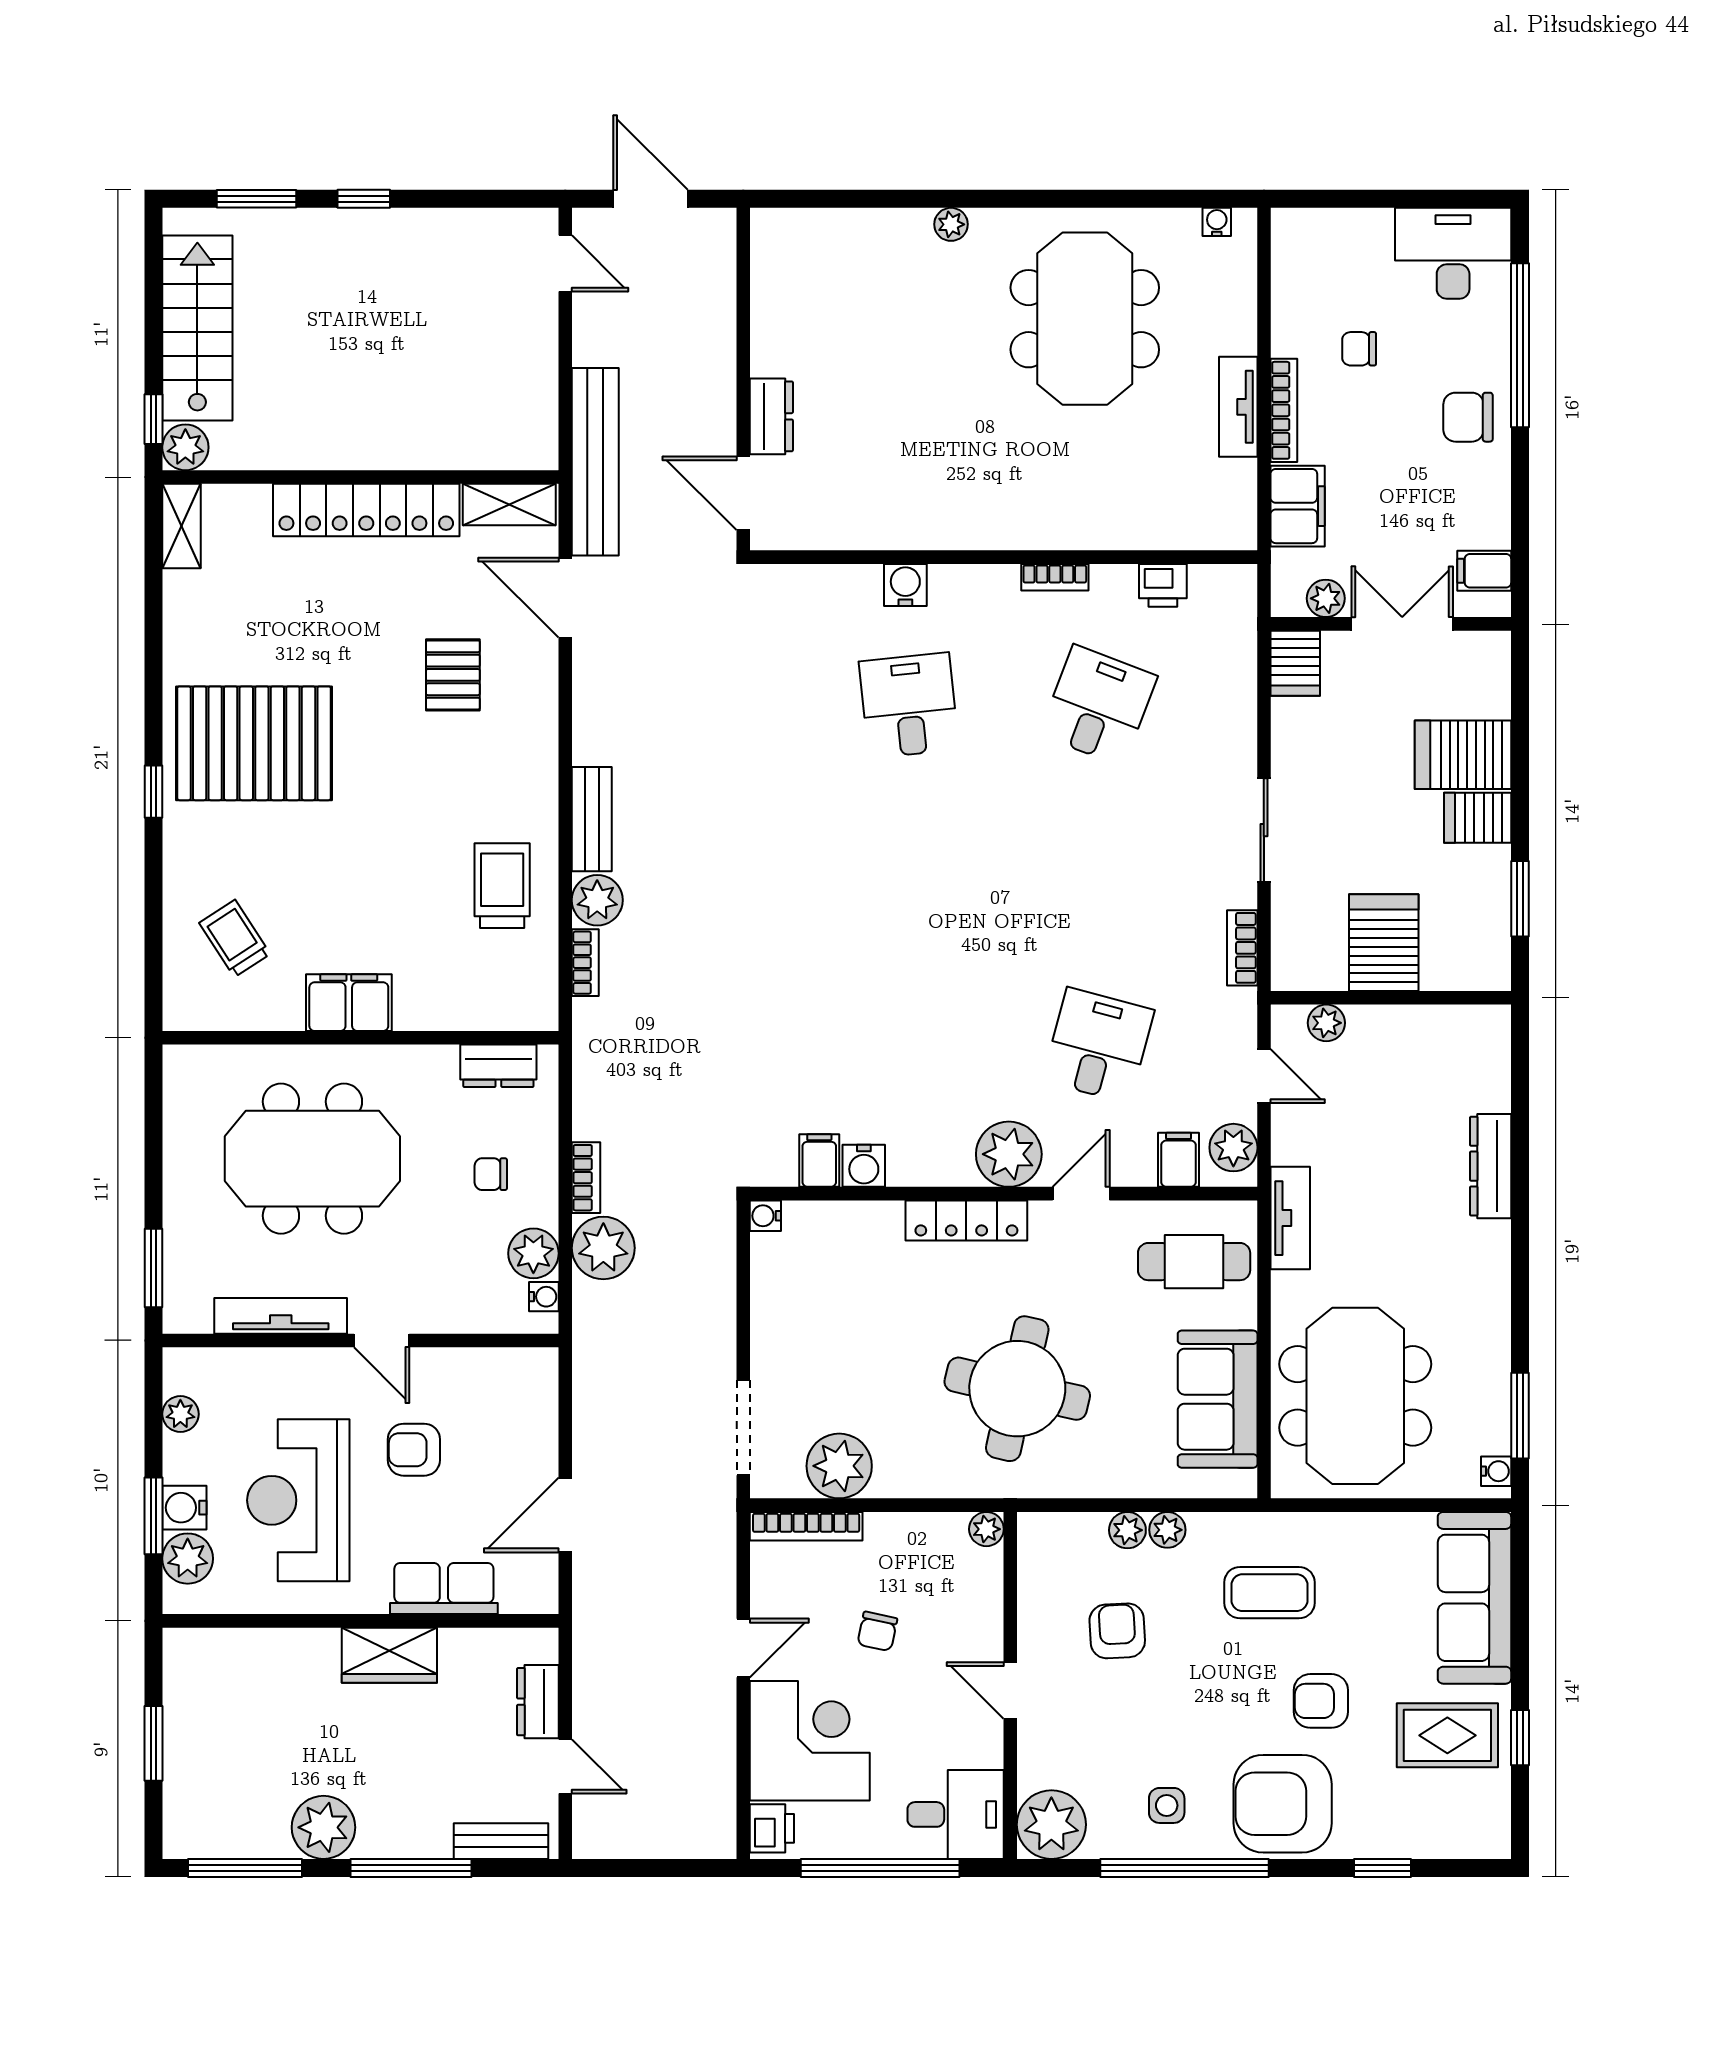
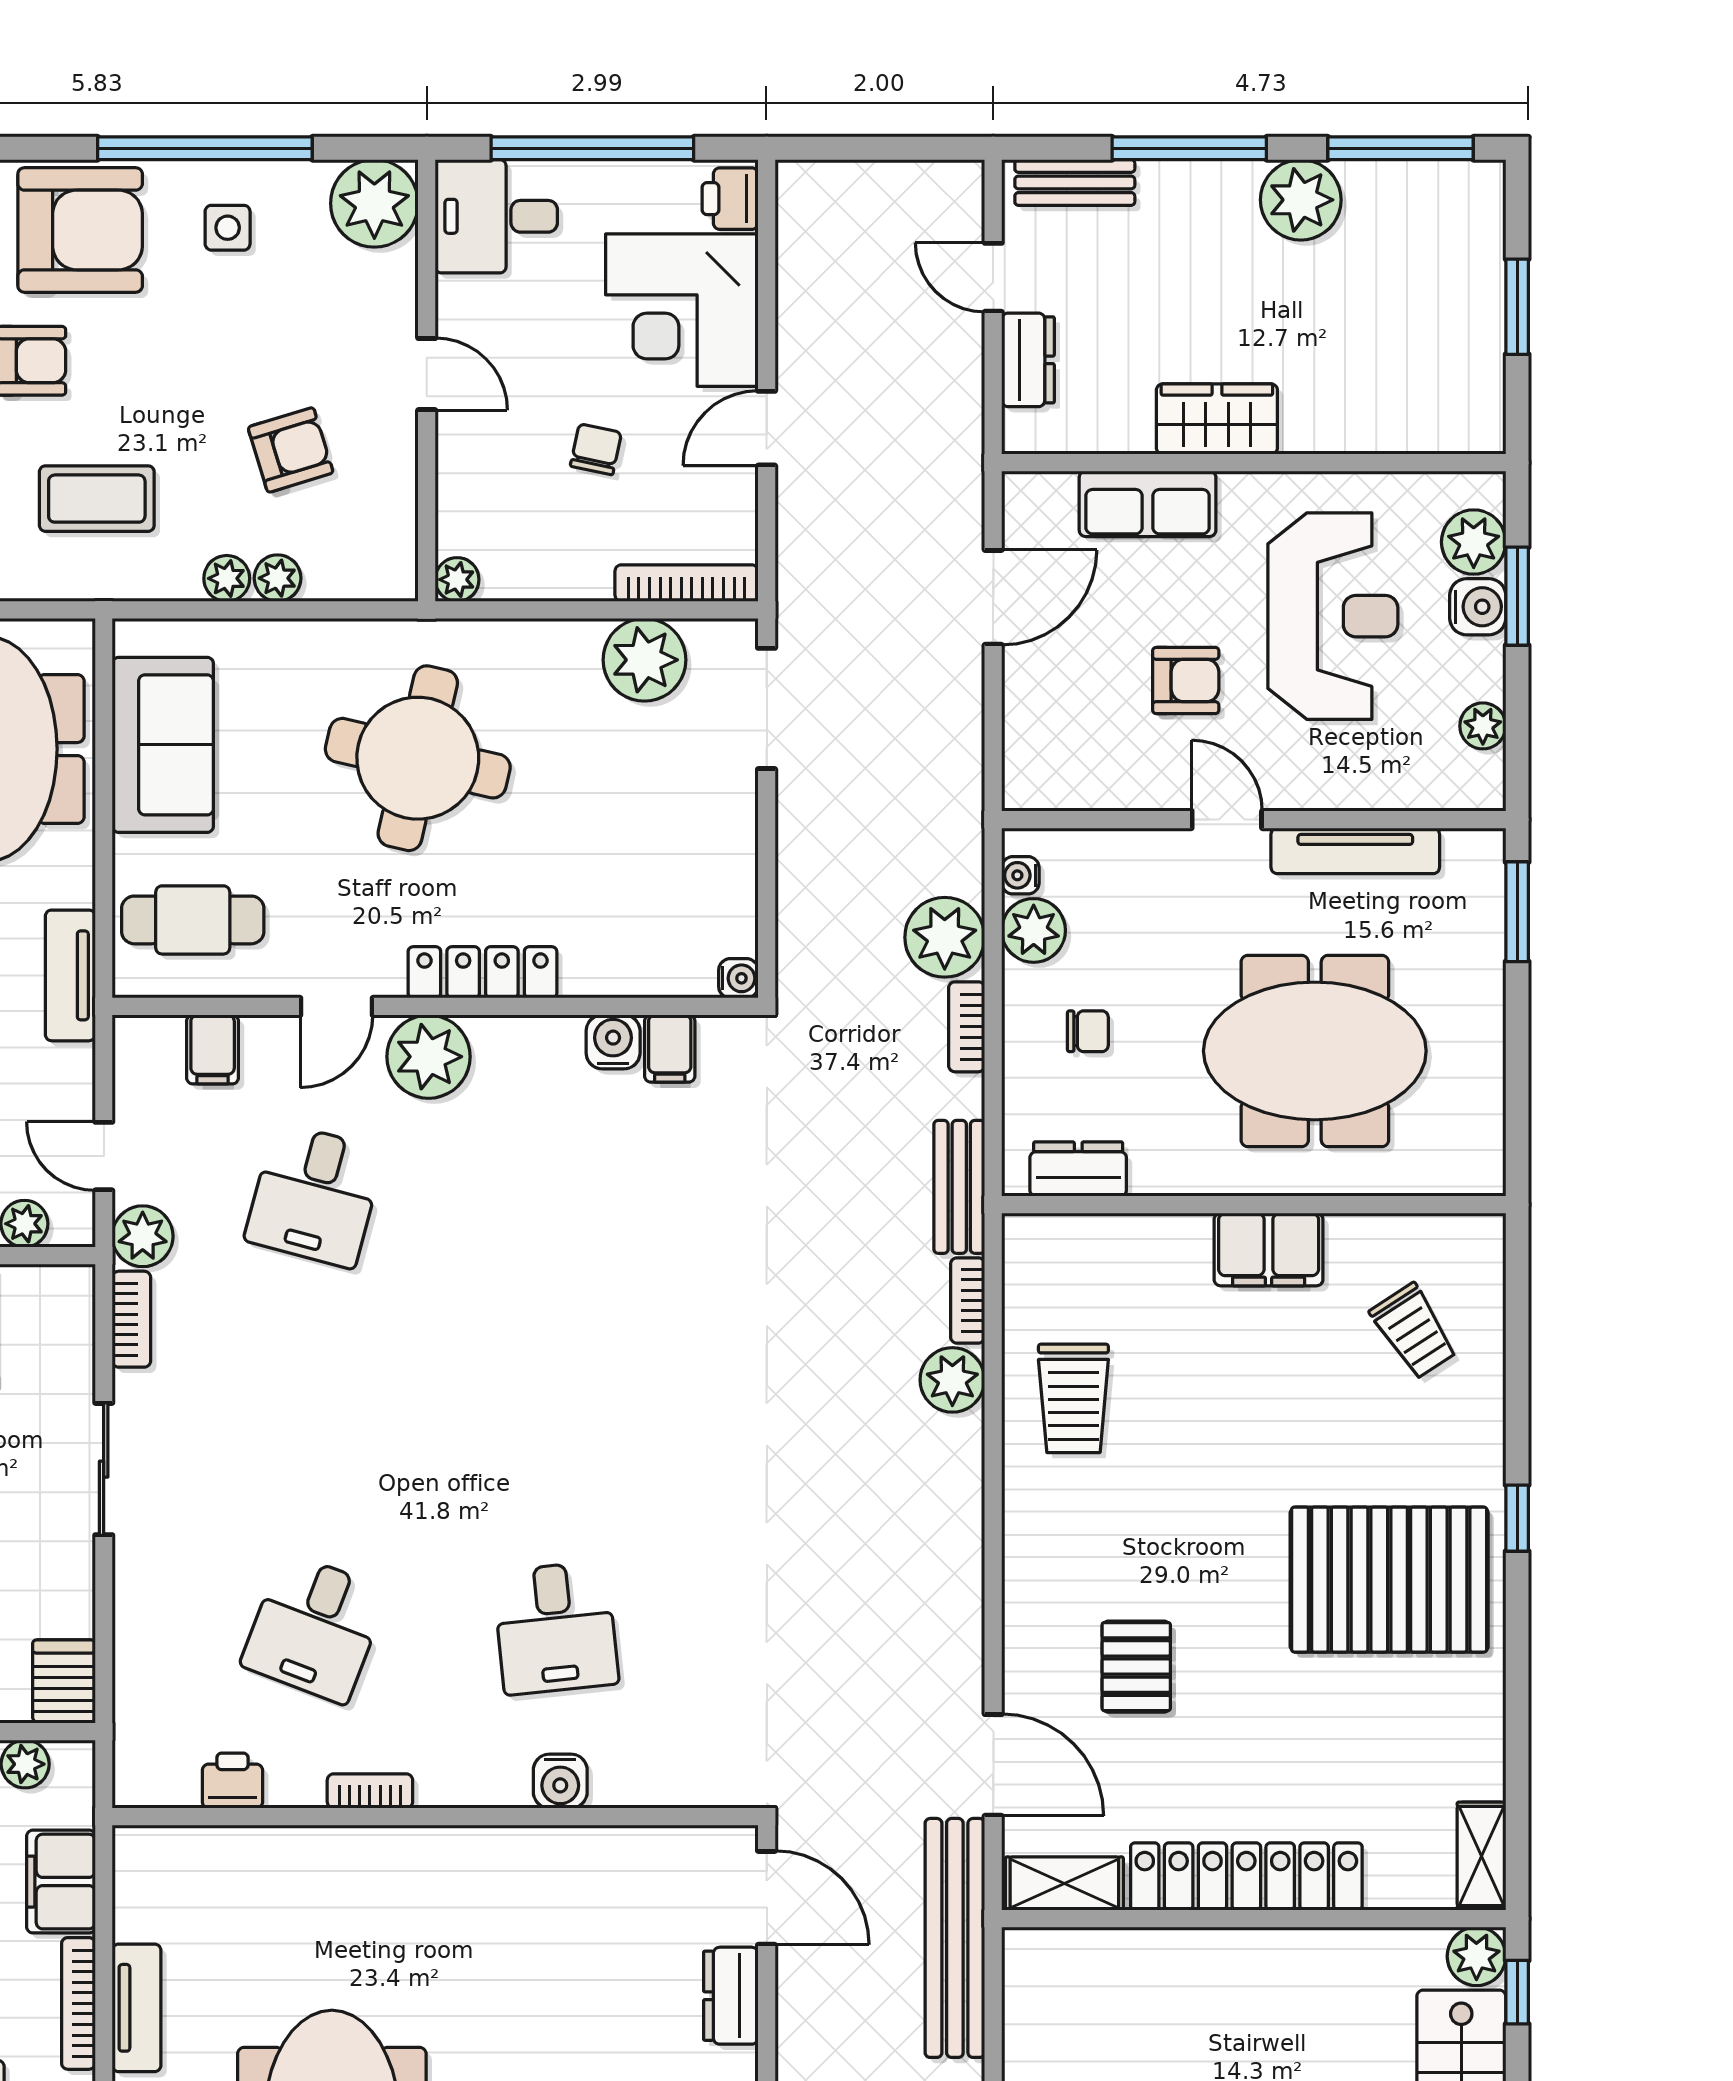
bench: (592, 819) -> (959, 1187), moved
plant: (1233, 1148) -> (143, 1236), moved
armchair: (1117, 1631) -> (291, 450), turned -104

